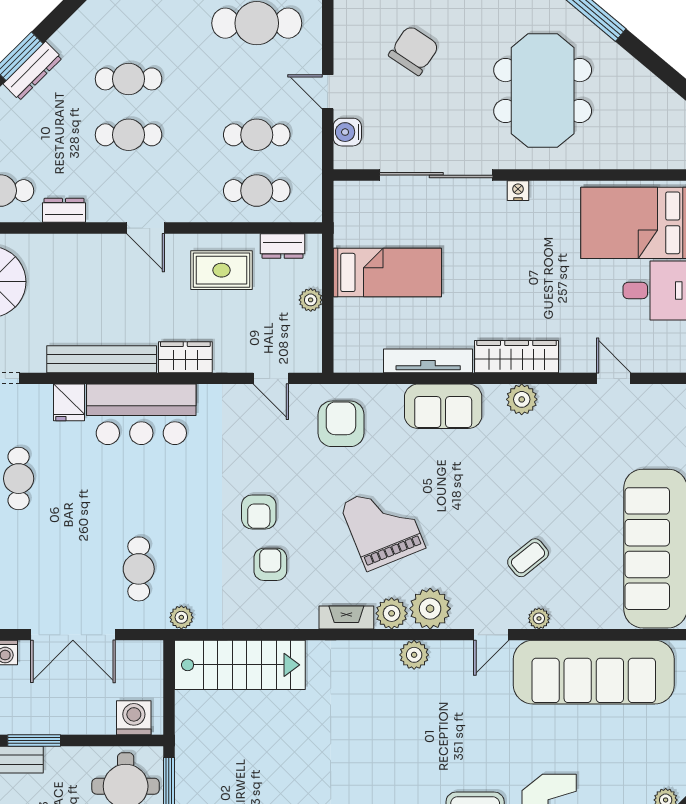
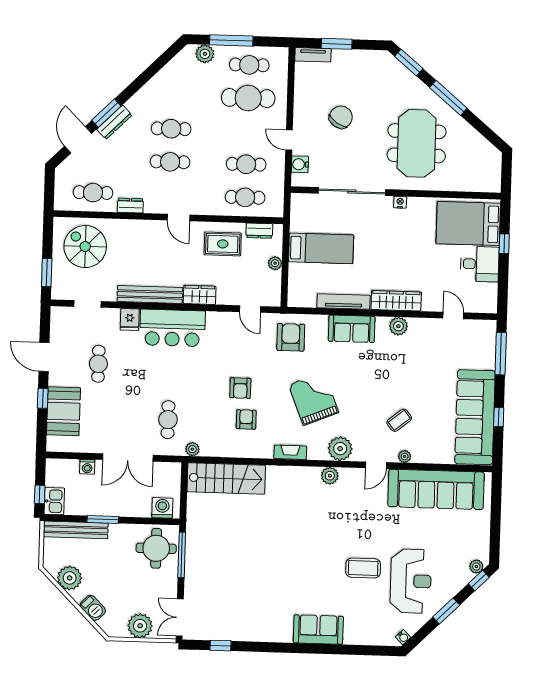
plant: (392, 613) -> (317, 451), removed

